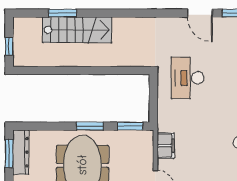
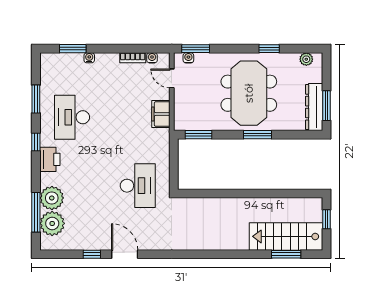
window: (63, 13) -> (286, 254), moved
stairs: (77, 30) -> (286, 236), moved
window: (90, 126) -> (257, 135), moved

